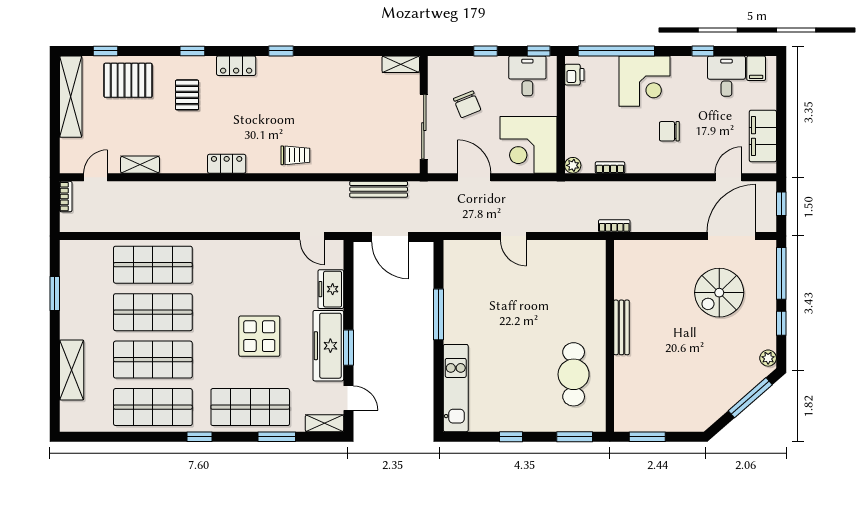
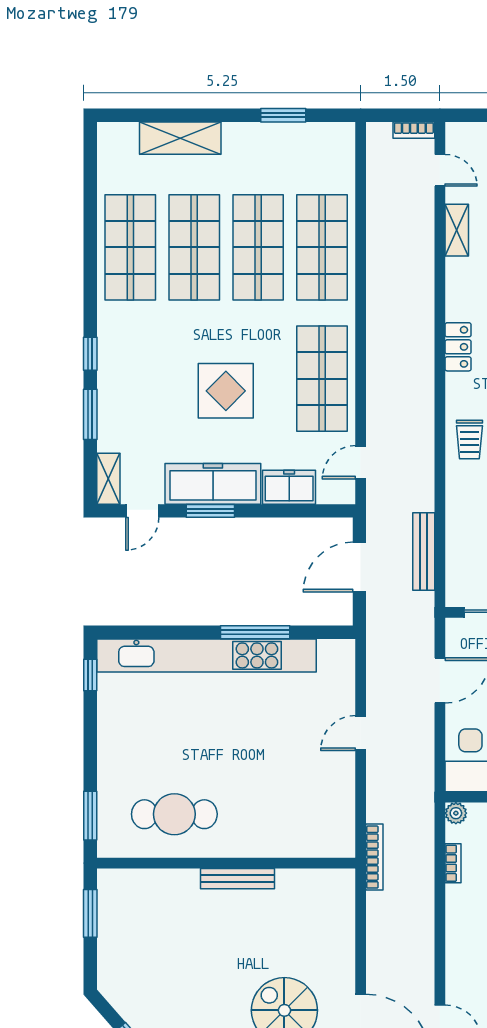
bookcase: (614, 226) -> (374, 857), width x1.56
kitchen unit: (456, 388) -> (207, 655), width x1.86
shop shelf: (250, 407) -> (322, 379), moved
window: (200, 437) -> (90, 354), moved
window: (511, 437) -> (90, 675), moved

